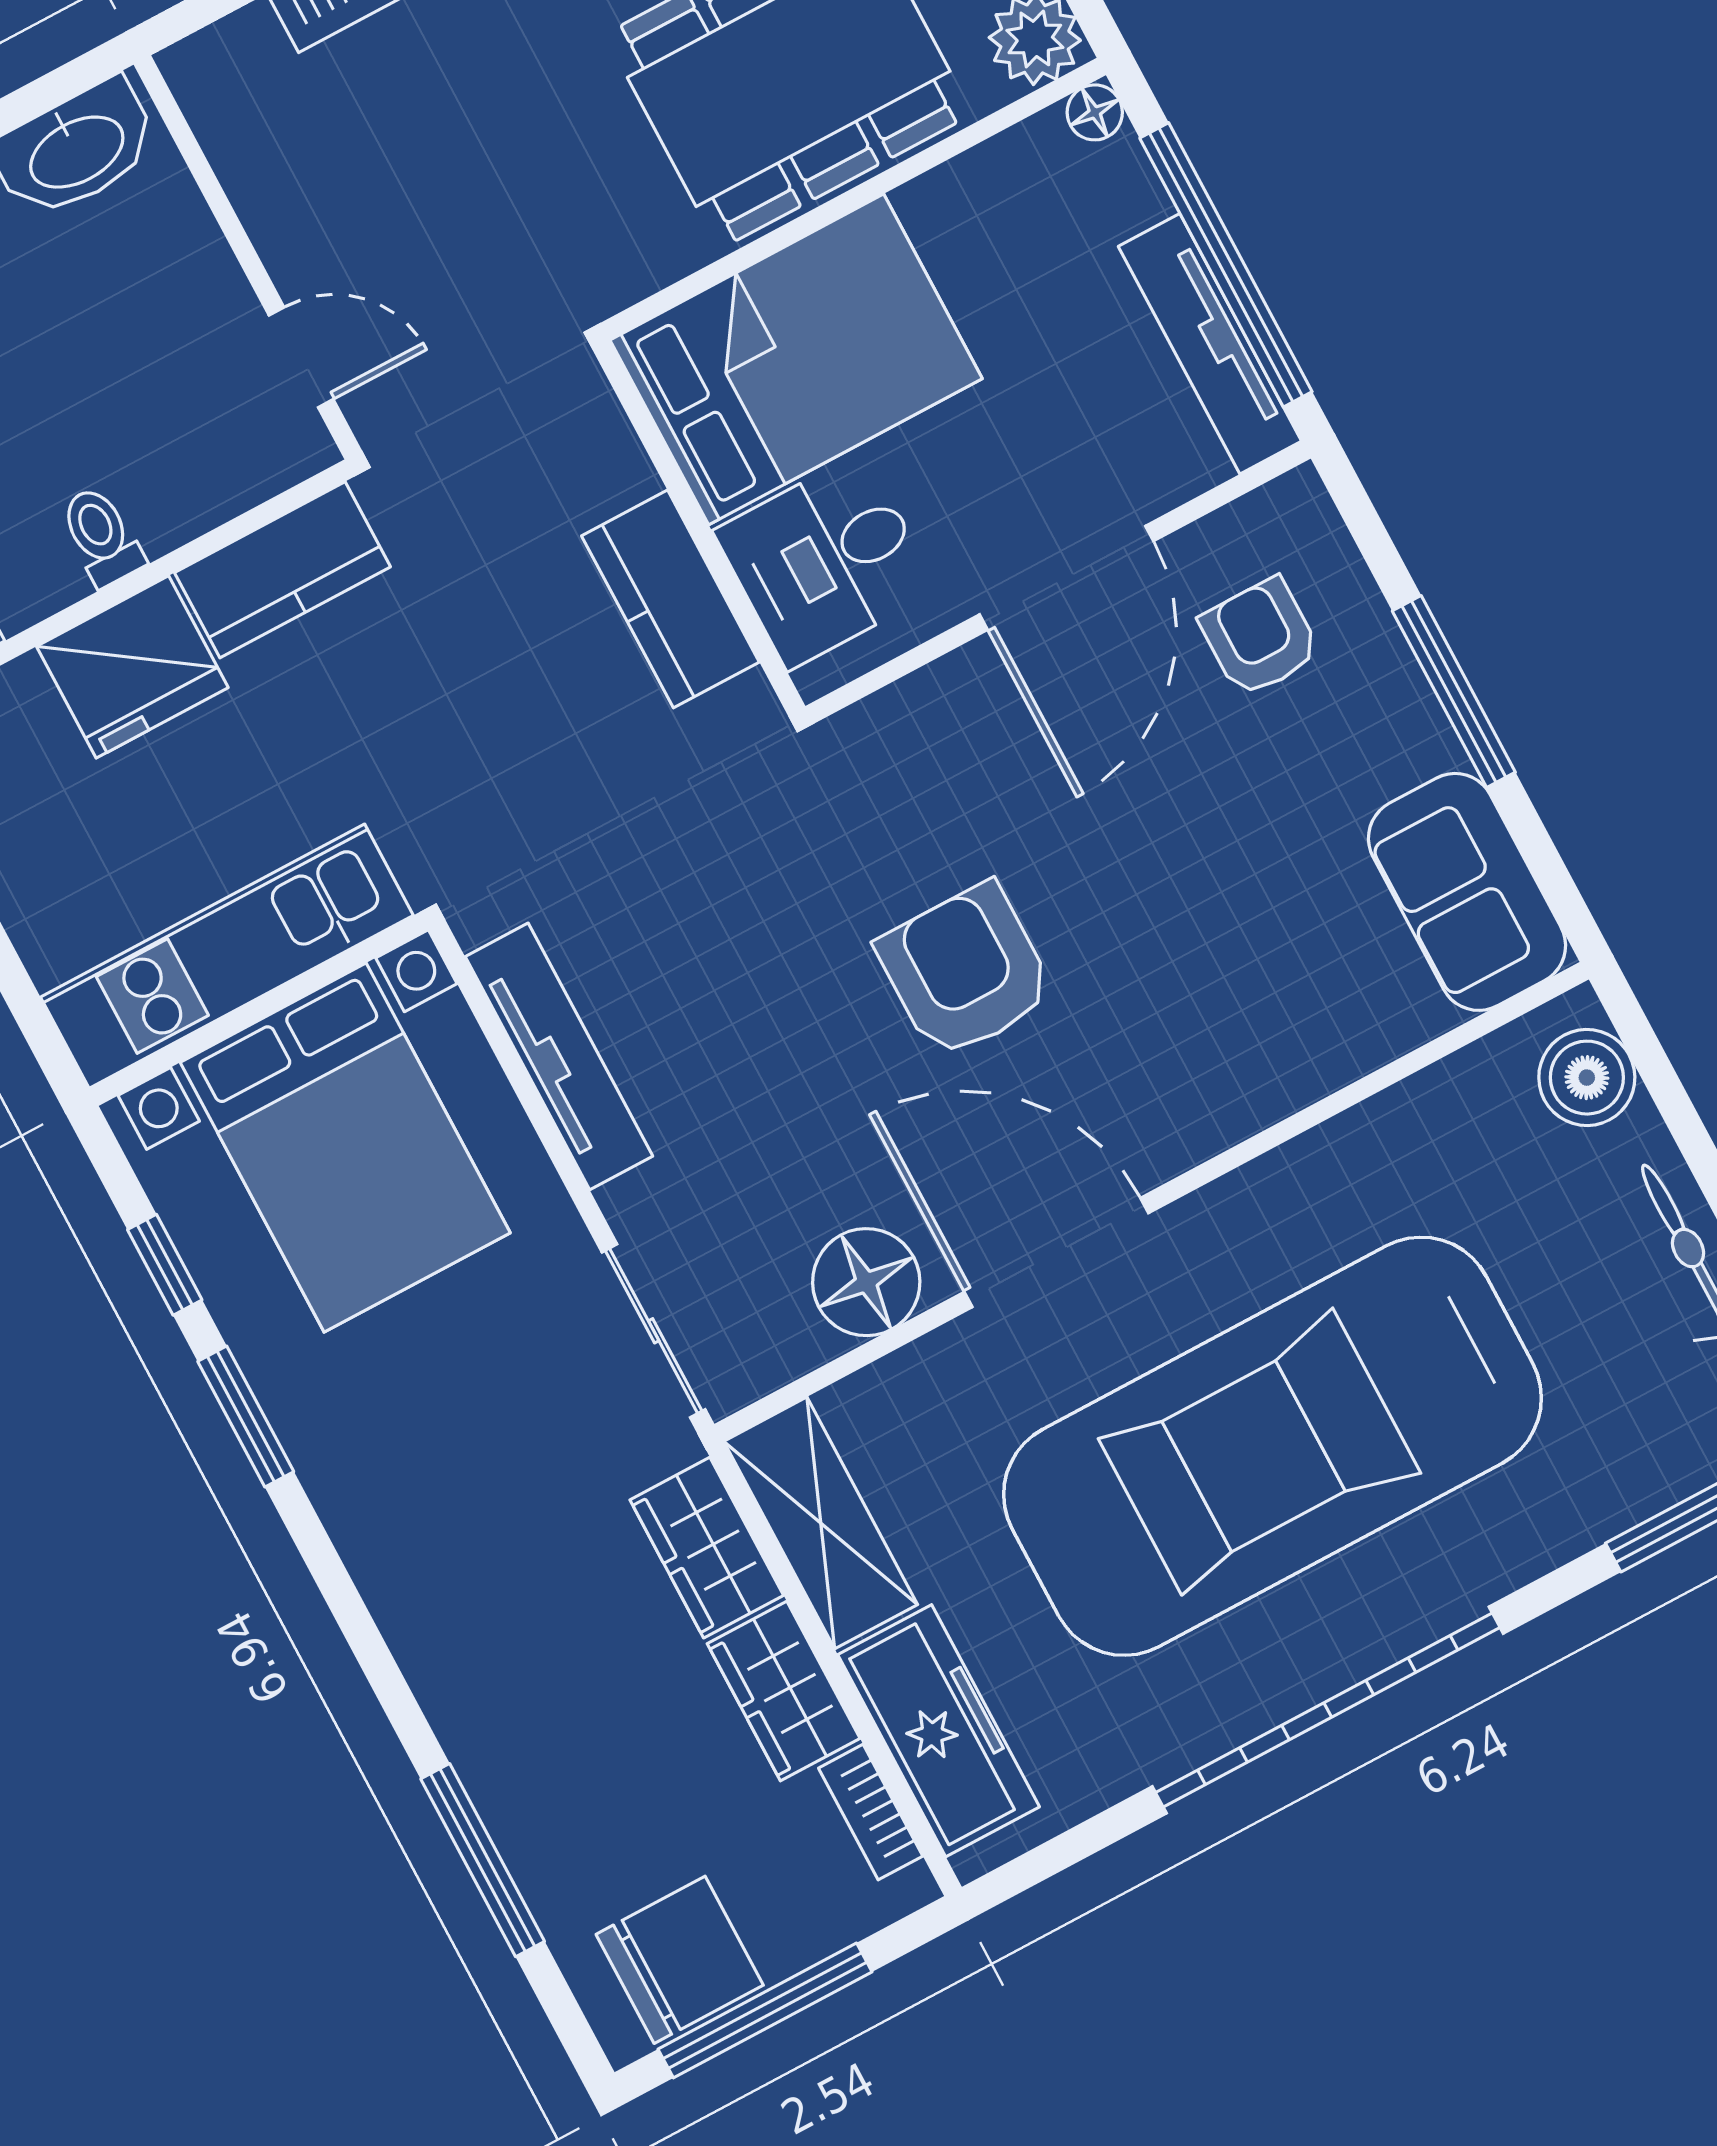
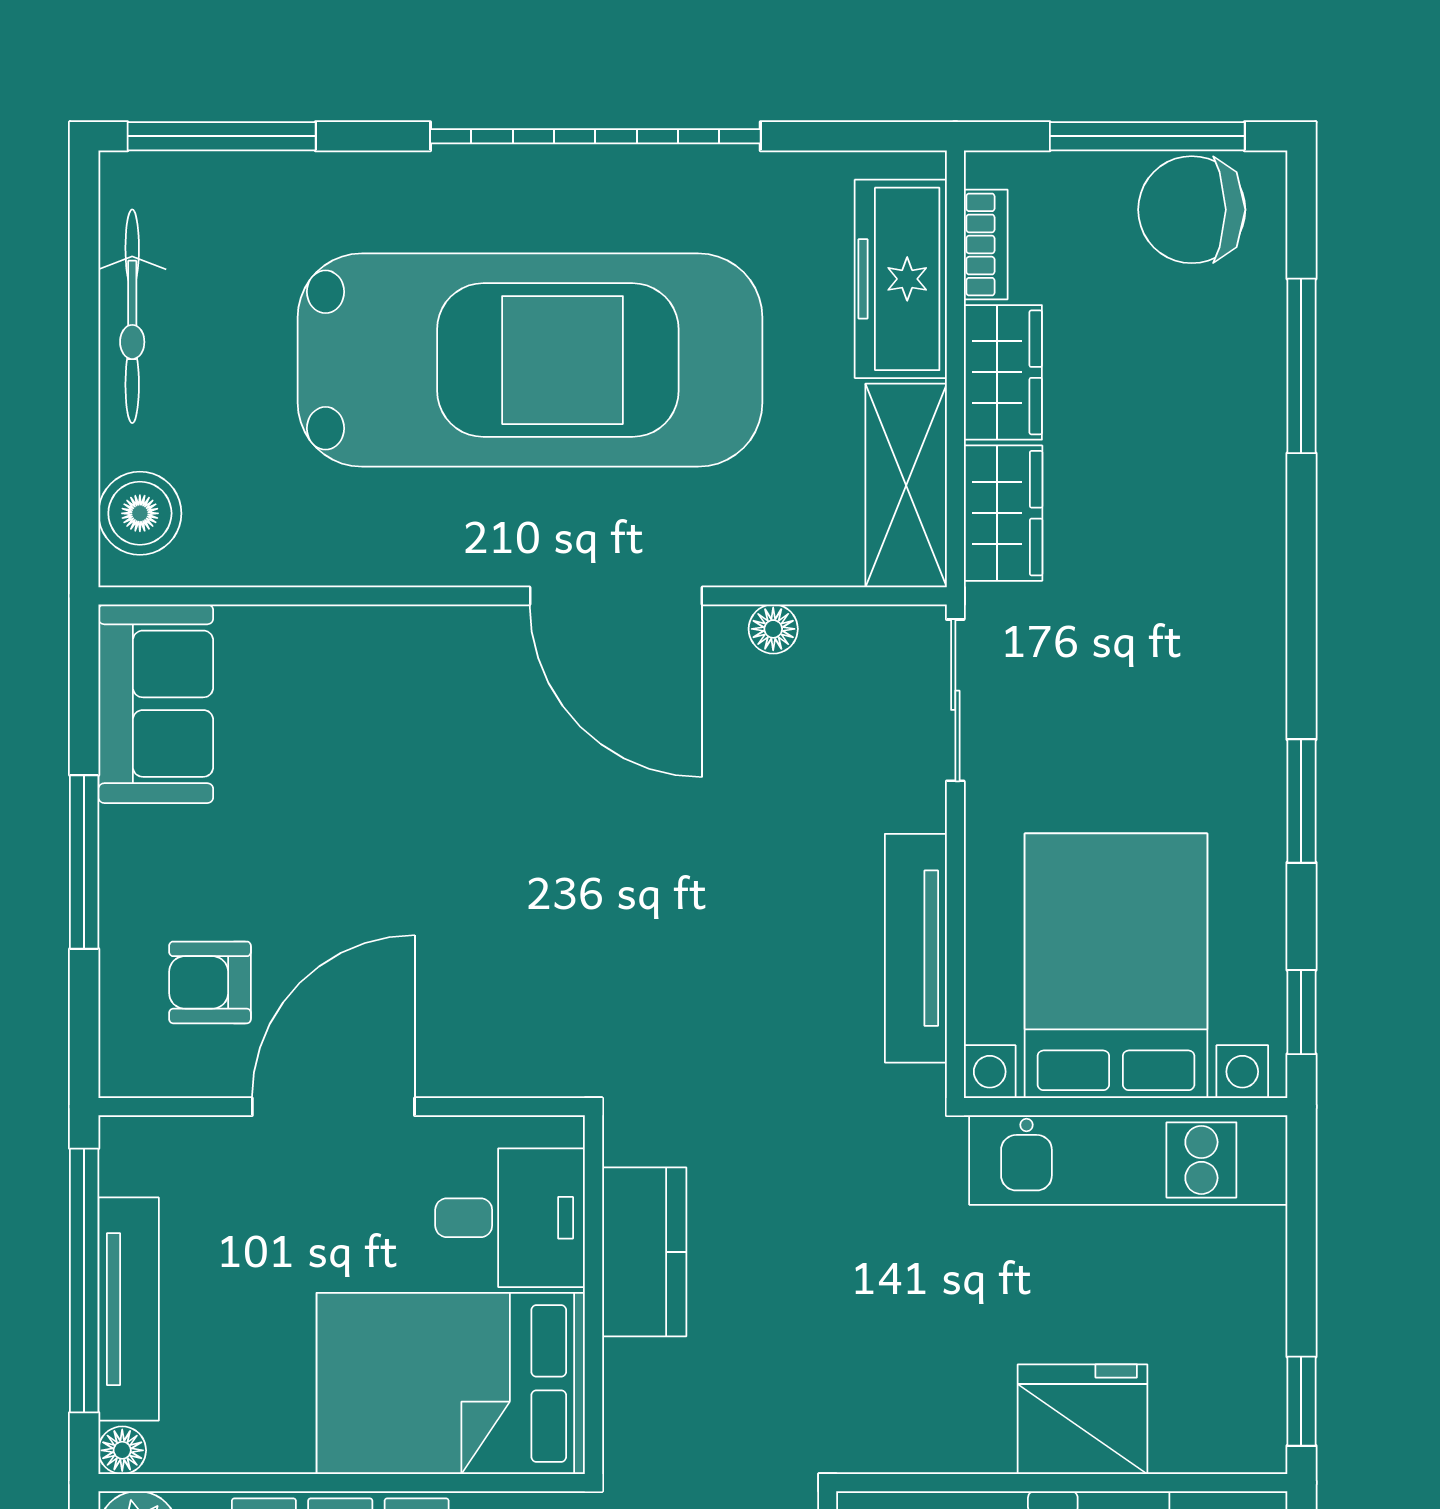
tv unit: (1210, 344) -> (129, 1309), moved
kitchen counter: (282, 570) -> (928, 1432), removed
armchair: (1260, 637) -> (210, 982), turned 90
armchair: (965, 971) -> (571, 848), removed
window: (165, 1265) -> (1301, 1012), moved
floor lamp: (866, 1282) -> (773, 629), width x0.53, depth x0.53

